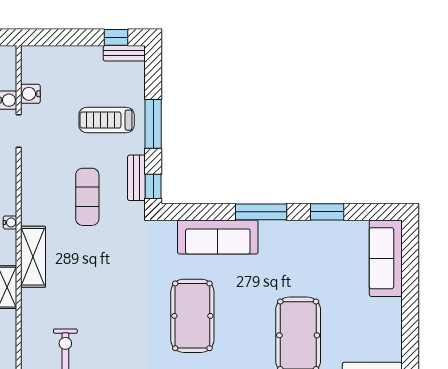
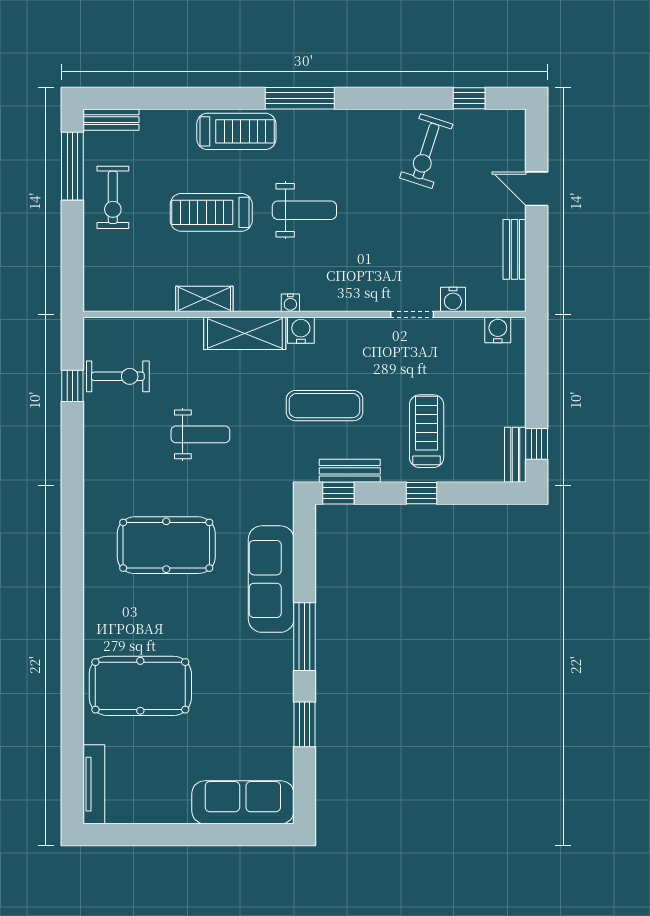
water cooler: (30, 94) -> (498, 330), moved
window: (153, 124) -> (421, 493), width x0.46
water cooler: (31, 215) -> (301, 330), added
weight bench: (109, 290) -> (200, 434), added

